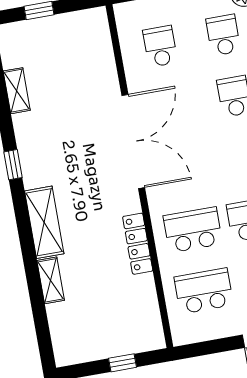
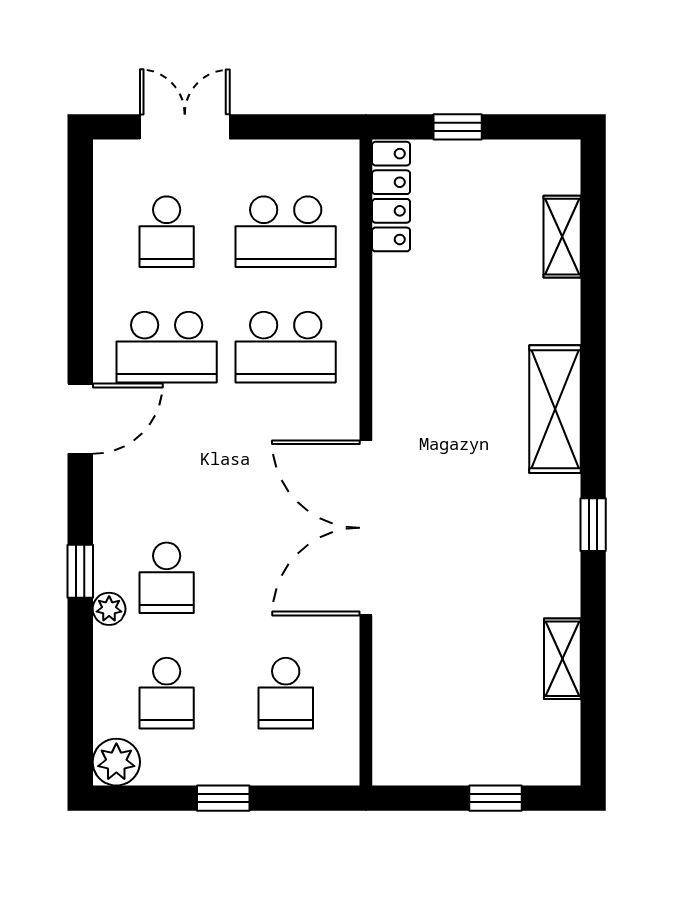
locker: (138, 244) -> (391, 197), moved
shelving: (51, 280) -> (562, 237), moved

